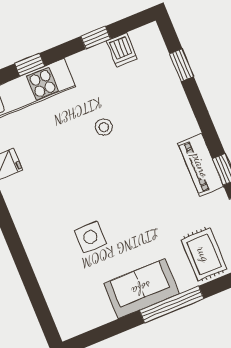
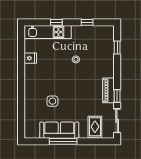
dishwasher: (122, 50) -> (96, 32), removed
sofa: (141, 289) -> (59, 130), width x1.36
window: (172, 305) -> (63, 141), moved

